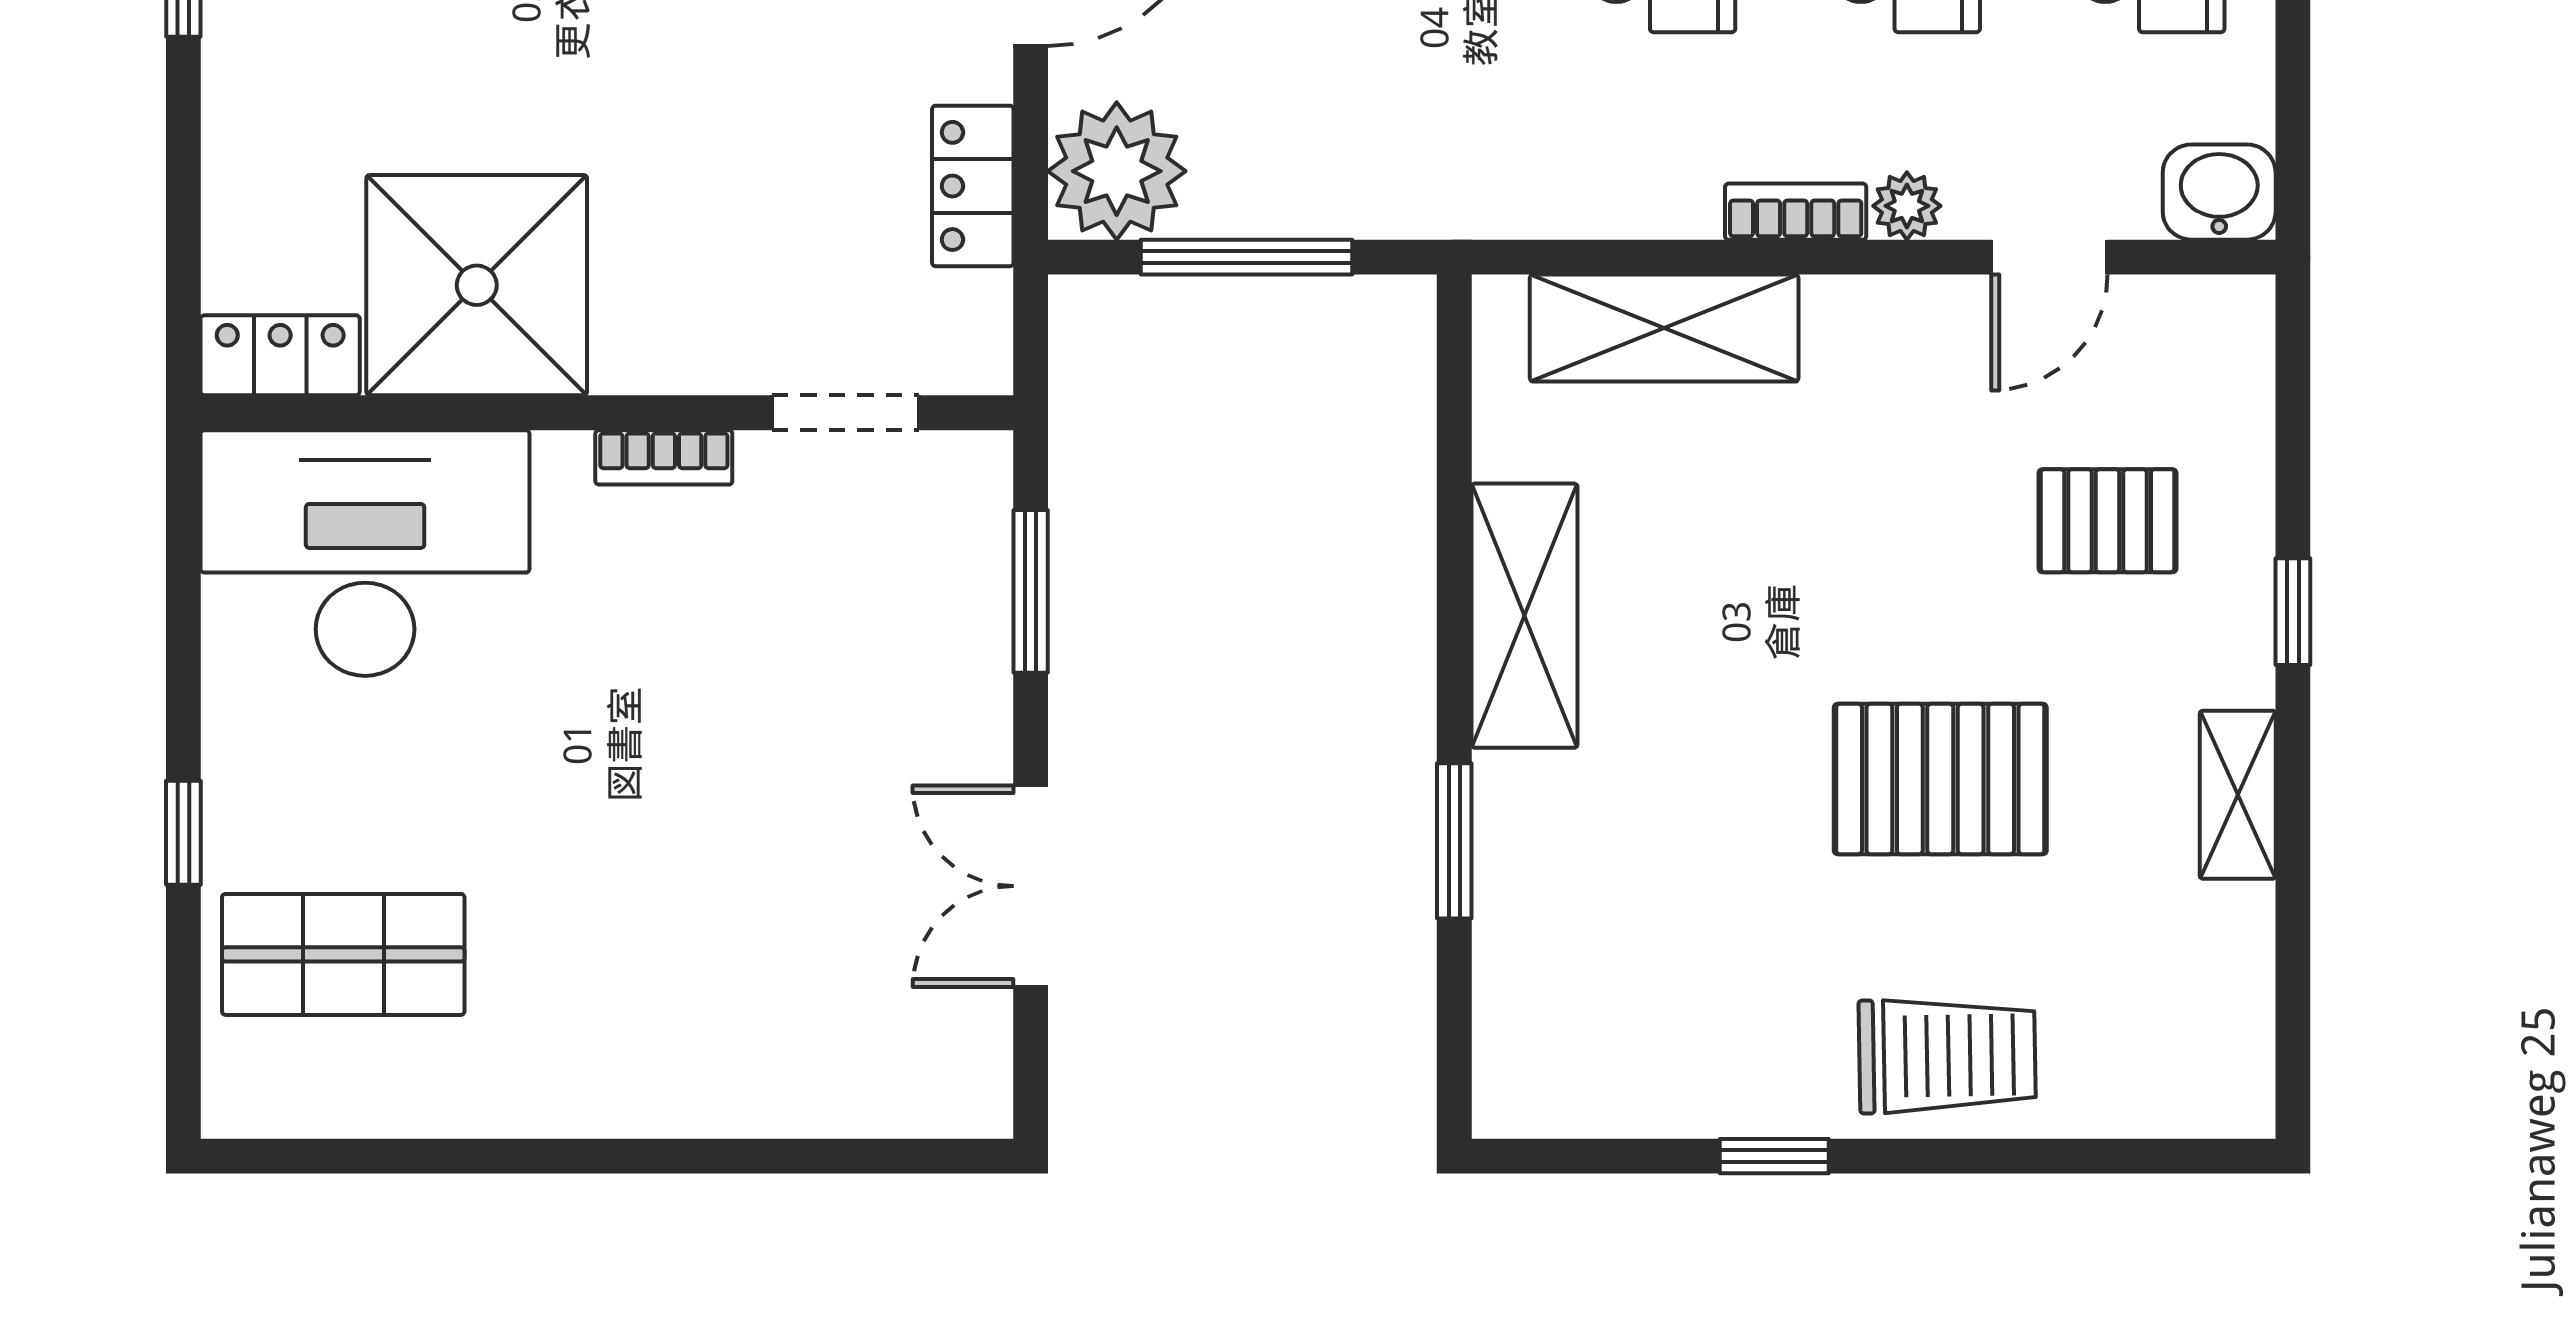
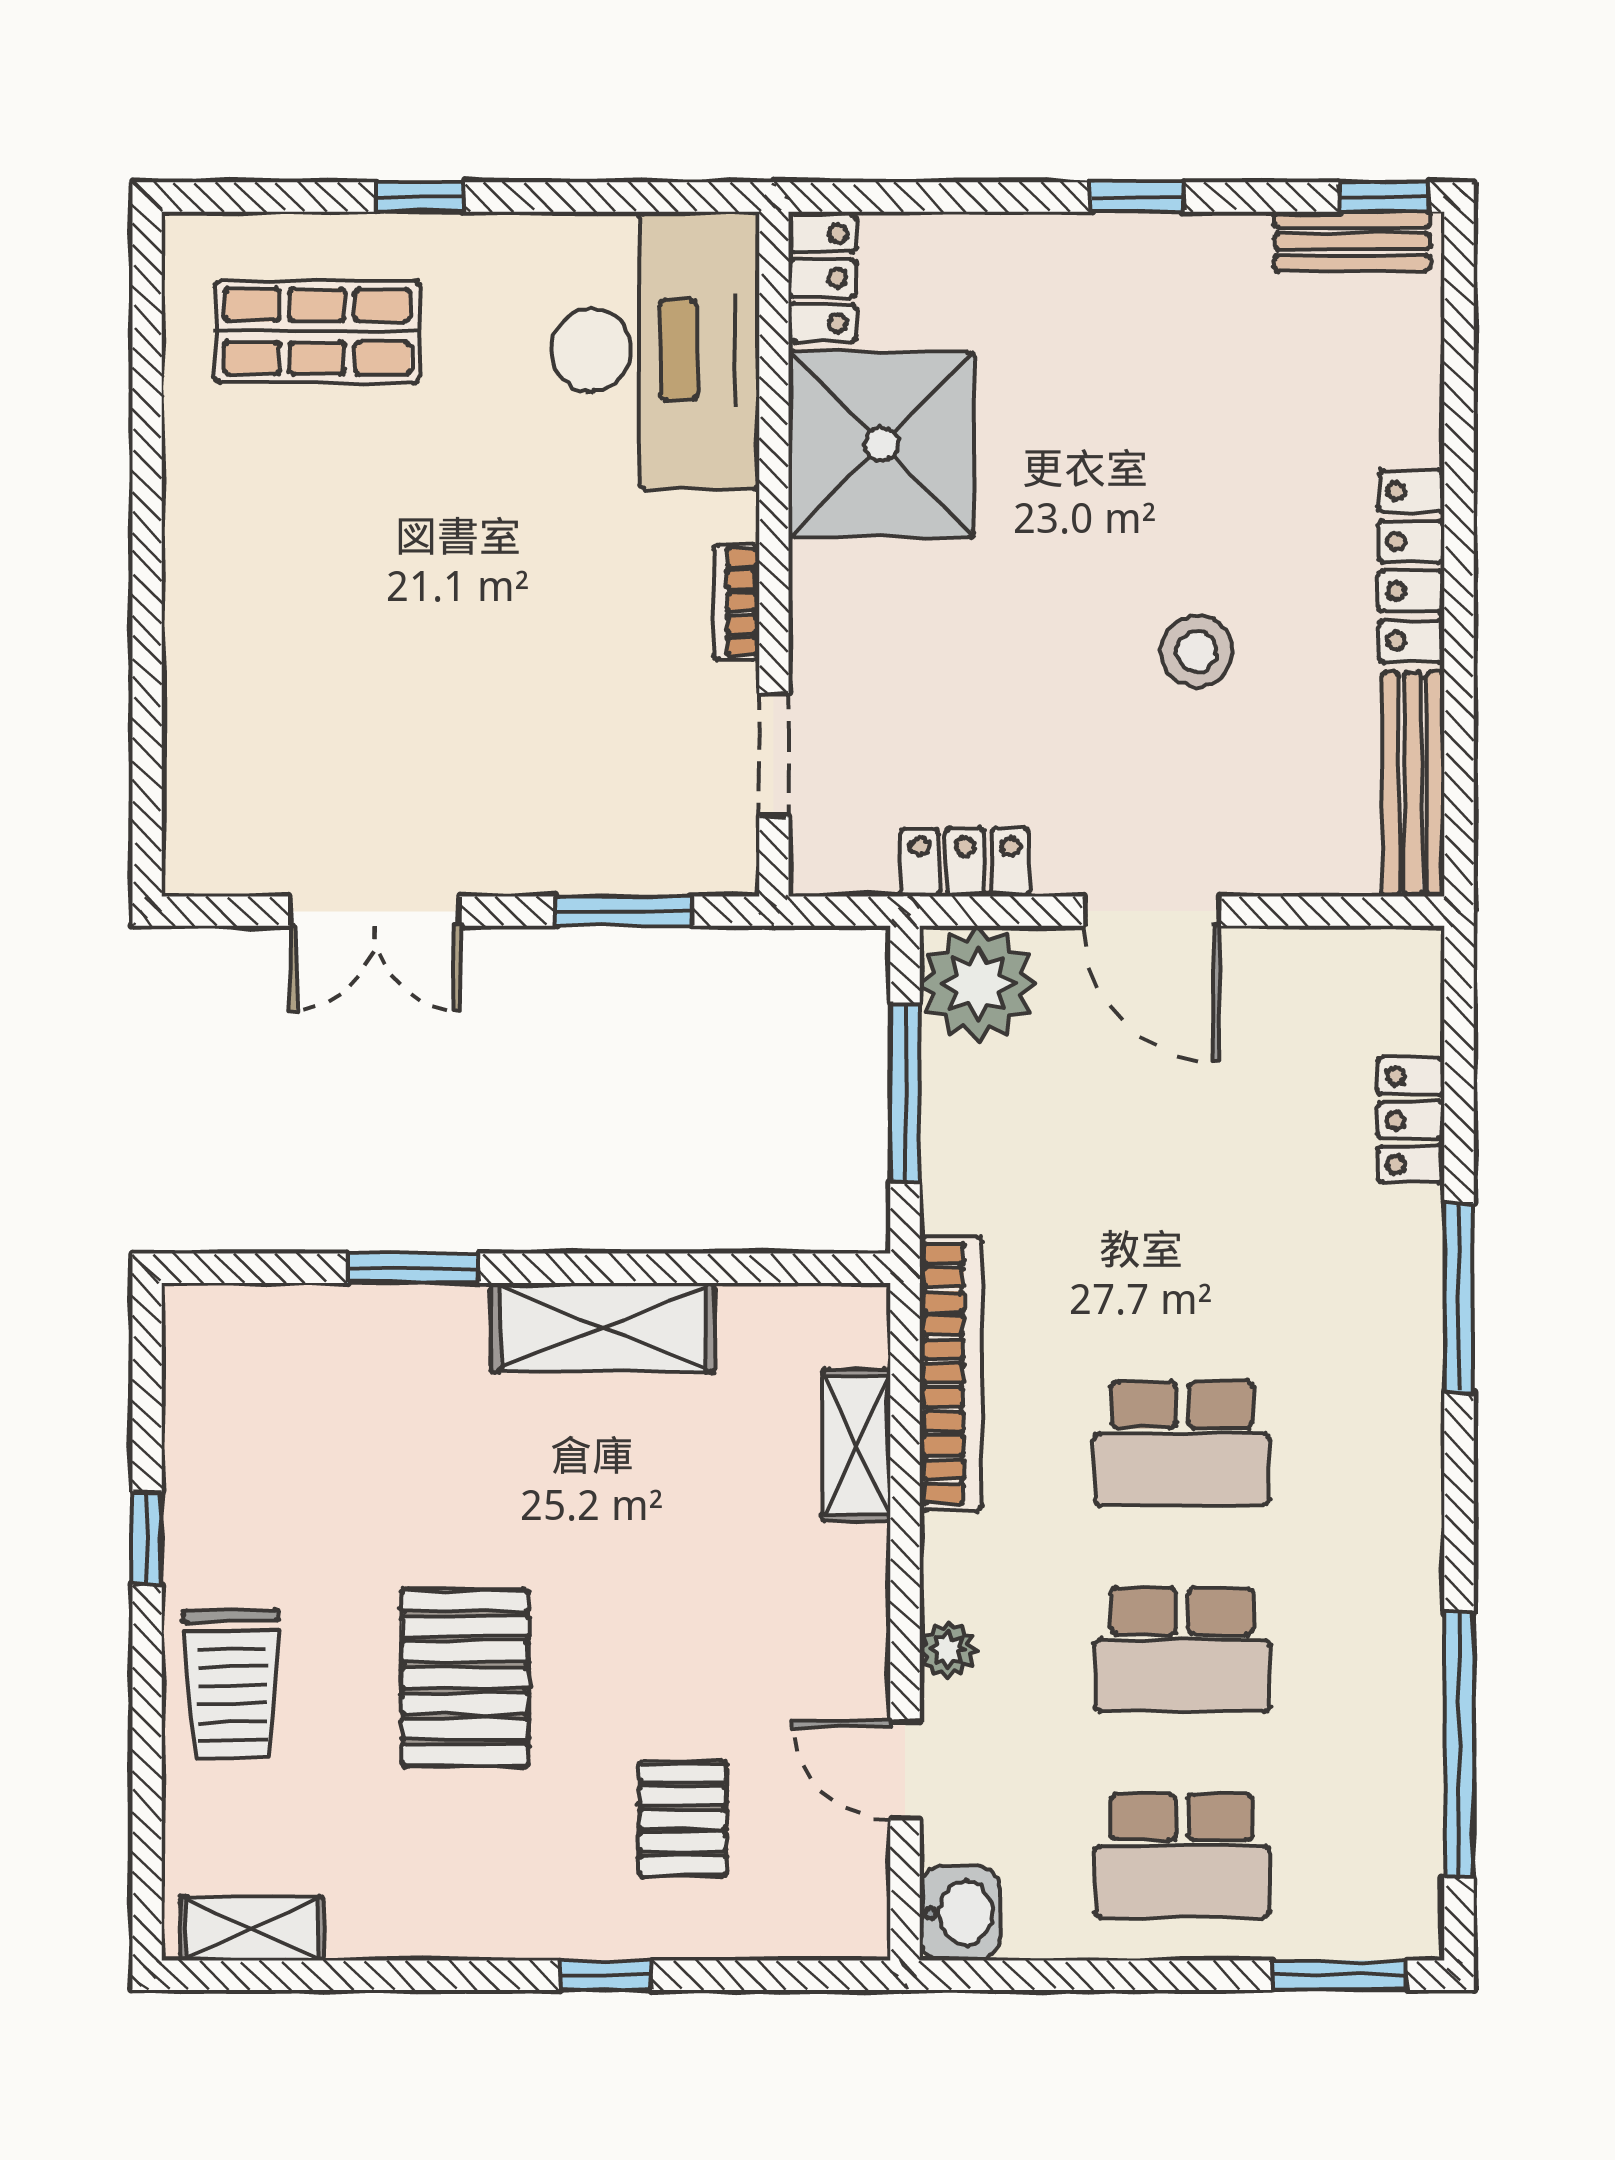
bookcase: (1796, 212) -> (951, 1373), moved, width x2.31, depth x1.31
shelving: (1664, 328) -> (857, 1445), width x0.67, depth x0.75
shelving: (2238, 795) -> (252, 1929), moved
double door: (1031, 886) -> (375, 911), swing flipped
shop shelf: (343, 954) -> (317, 332), turned 90

